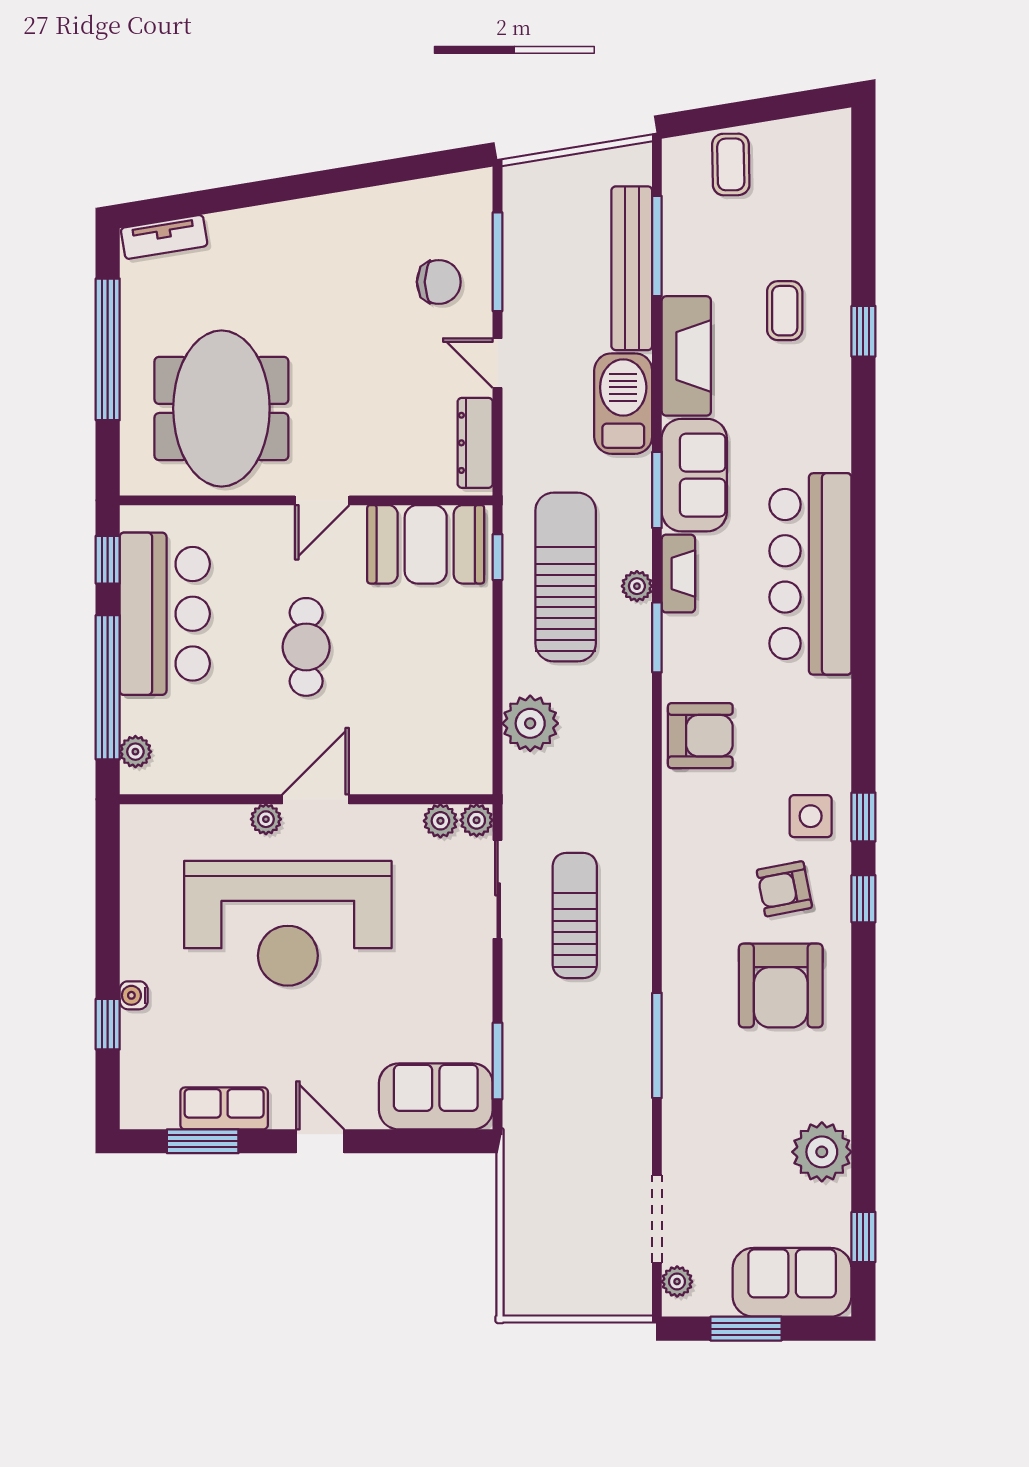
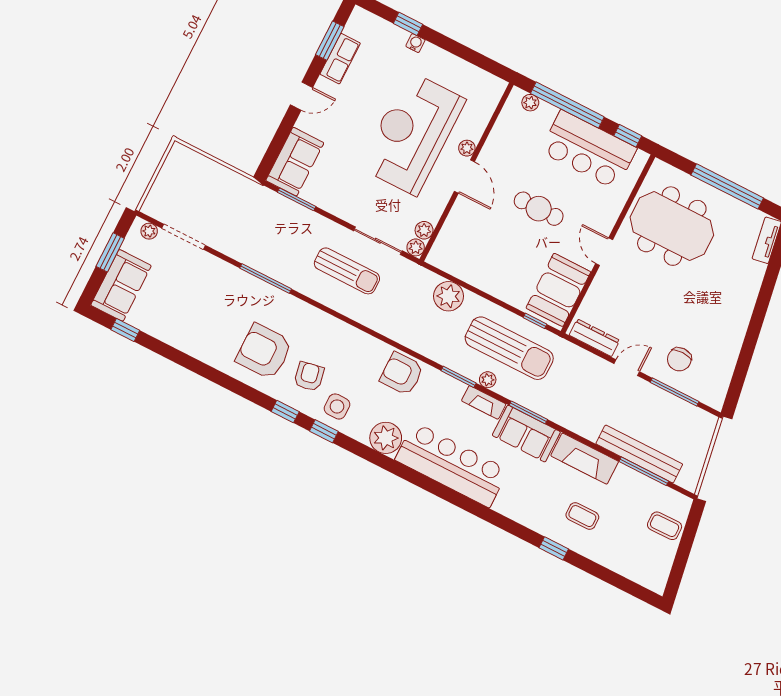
barbecue: (623, 404) -> (577, 417), removed
armchair: (700, 736) -> (402, 374), turned 90
plant: (822, 1152) -> (386, 438), moved

